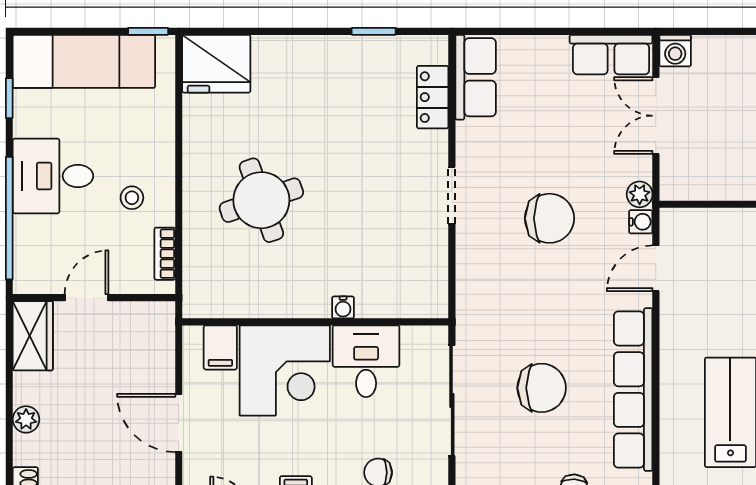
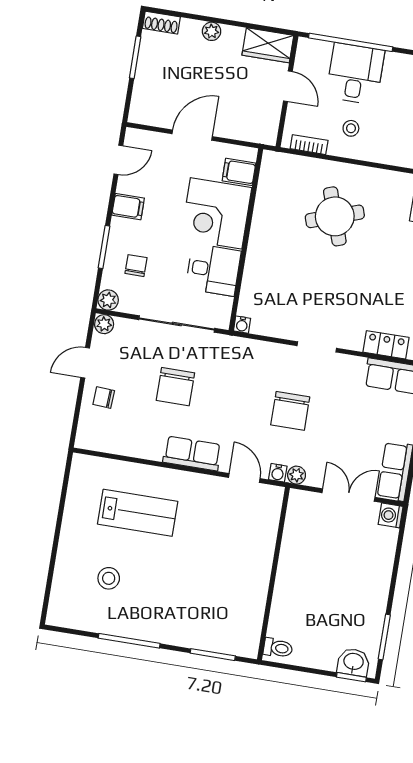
desk: (53, 176) -> (355, 74), moved
water cooler: (343, 307) -> (242, 325), moved, turned -90
row of seats: (633, 390) -> (192, 453), width x0.50

